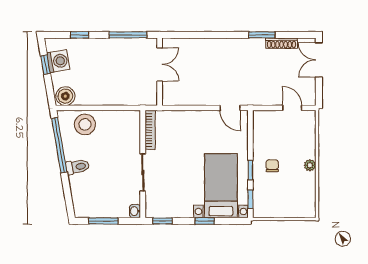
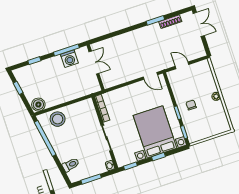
double door: (319, 60) -> (199, 24), swing flipped
washing machine: (58, 61) -> (69, 59), moved, turned 100
door: (292, 108) -> (182, 65), moved
toilet: (78, 167) -> (71, 165), moved
bed with nightstands: (221, 186) -> (155, 132), width x1.36

